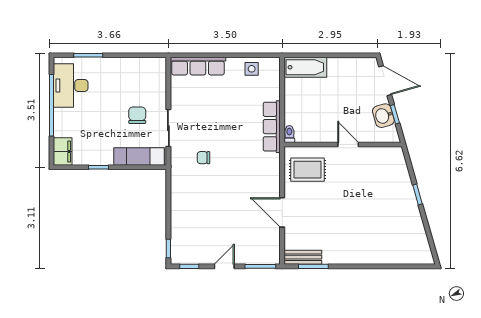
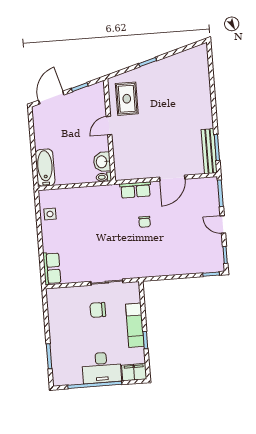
row of seats: (198, 66) -> (52, 268), width x0.68
desk: (71, 85) -> (101, 368), moved
washbasin: (383, 116) -> (102, 162), moved, turned 106
row of seats: (272, 127) -> (135, 190), moved, width x0.68
exam couch: (139, 157) -> (135, 325), moved
chair: (204, 158) -> (145, 222), moved
rug: (308, 170) -> (127, 99), moved
bench: (303, 257) -> (209, 151), width x1.36

